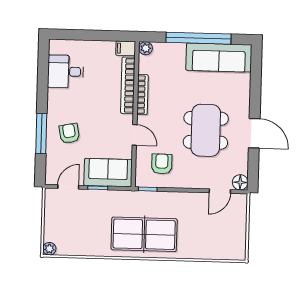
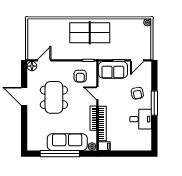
sofa: (219, 58) -> (67, 142), moved
desk: (66, 72) -> (141, 119), moved
window: (41, 134) -> (154, 103), moved

